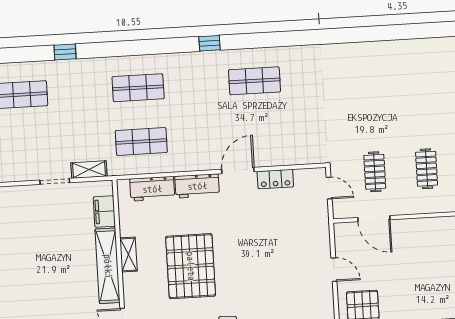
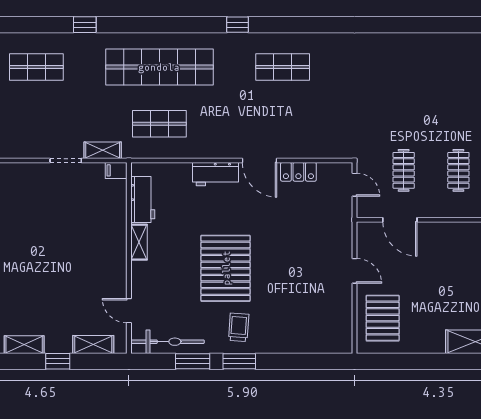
shop shelf: (138, 88) -> (159, 67), width x2.00, depth x1.36
door: (238, 170) -> (260, 160), swing flipped
workbench: (152, 189) -> (143, 199), moved, turned -90
filing cabinet: (104, 212) -> (116, 170), moved, width x0.50
shelving: (108, 266) -> (116, 253), removed
pallet: (191, 266) -> (226, 268), moved

